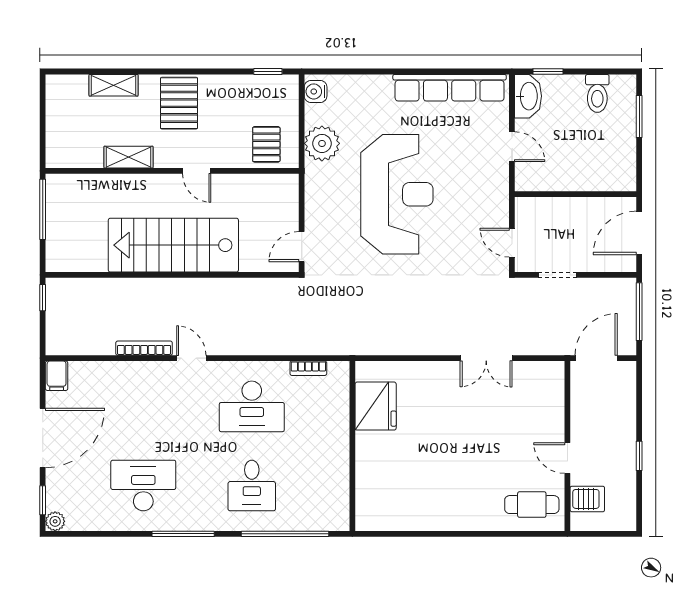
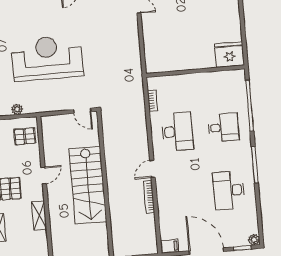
plant: (322, 143) -> (17, 109), width x0.53, depth x0.53
fridge: (376, 406) -> (229, 55), moved

